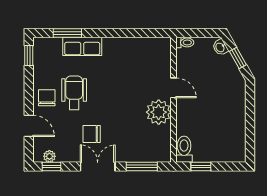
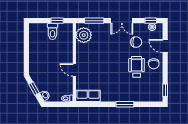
window: (67, 33) -> (125, 104), moved
row of seats: (82, 46) -> (88, 96), moved
wheelchair: (74, 93) -> (137, 67), turned 180
plant: (159, 112) -> (84, 35), moved
chair: (92, 134) -> (136, 42), moved
toilet: (184, 149) -> (53, 31), moved

